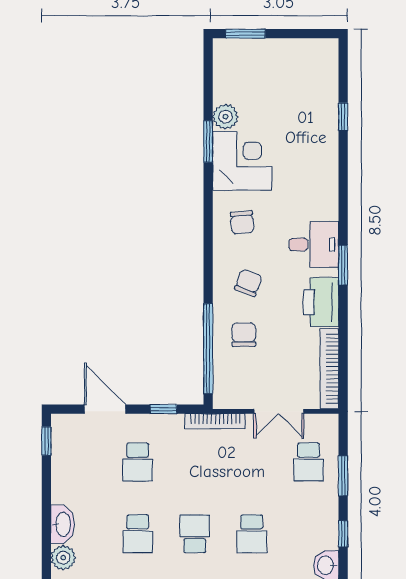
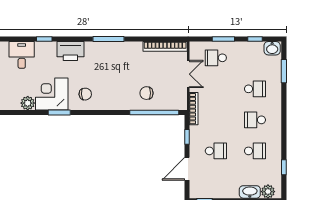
window: (343, 117) -> (44, 39), moved
window: (208, 141) -> (59, 113), moved
desk: (314, 244) -> (22, 55), moved
window: (343, 265) -> (108, 39), width x1.44
chair: (248, 283) -> (118, 91), removed
printer: (321, 302) -> (70, 51), moved
school desk: (309, 462) -> (216, 58), turned 180

